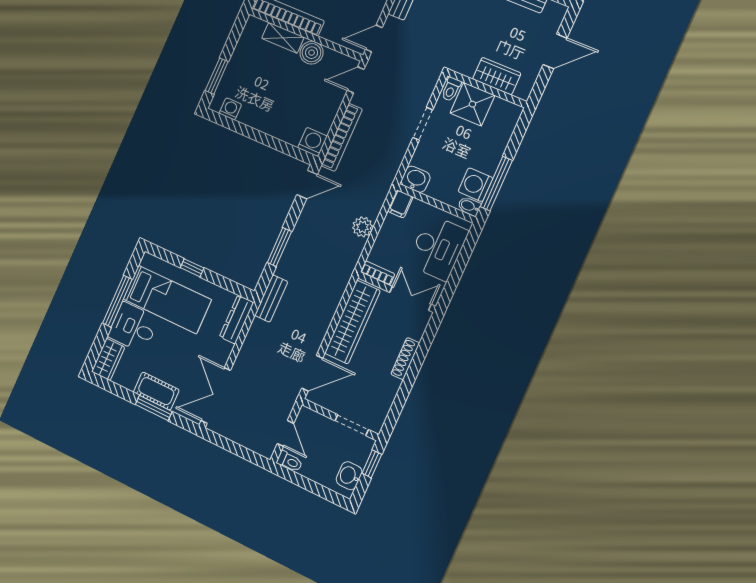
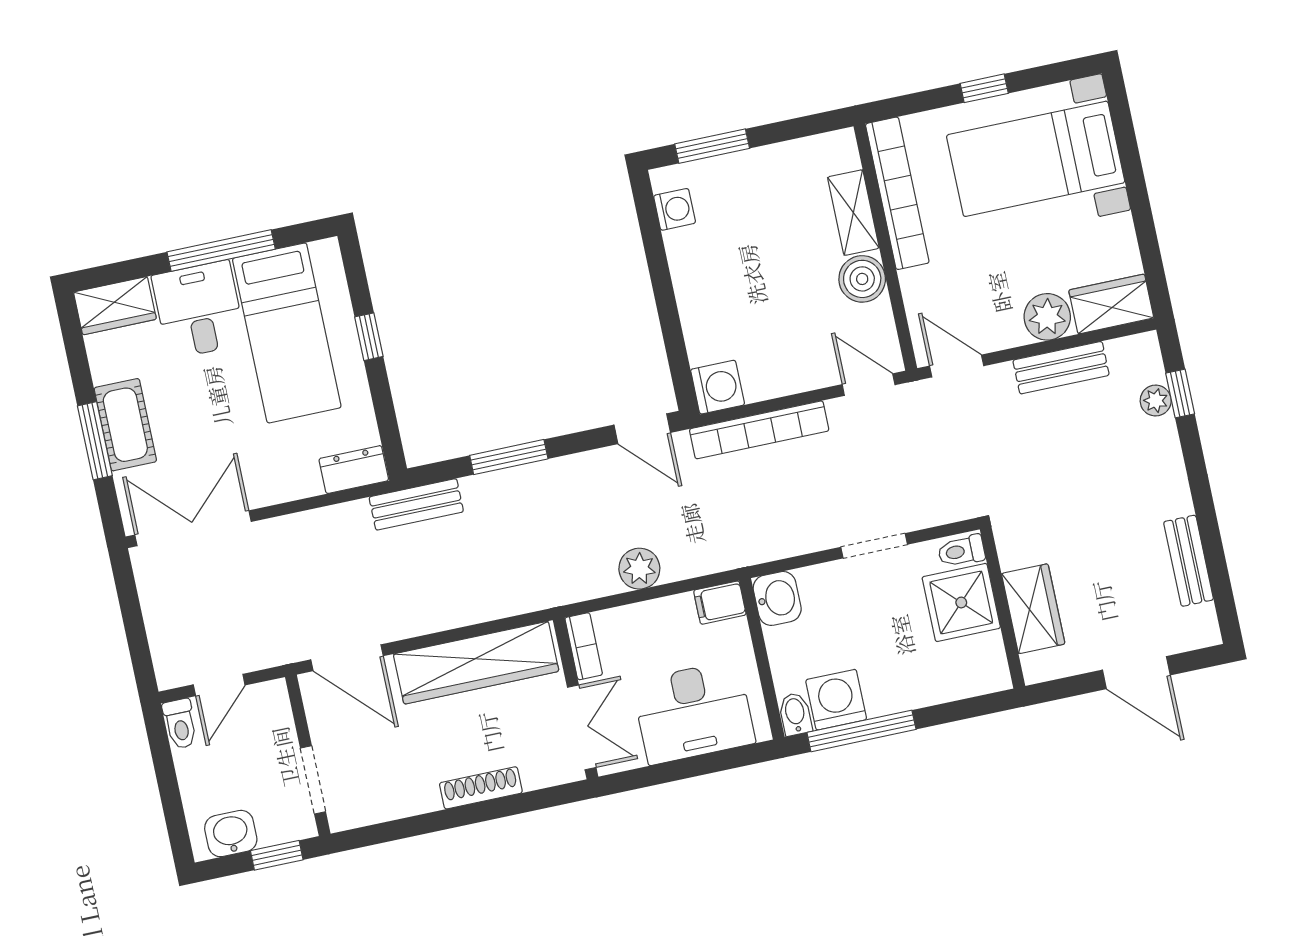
dresser: (237, 320) -> (354, 470), width x0.70

